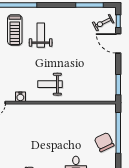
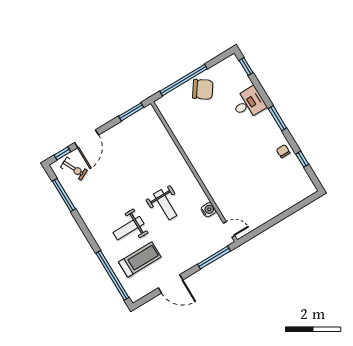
weight bench: (50, 84) -> (165, 205), moved
chair: (104, 142) -> (203, 89), turned -119

